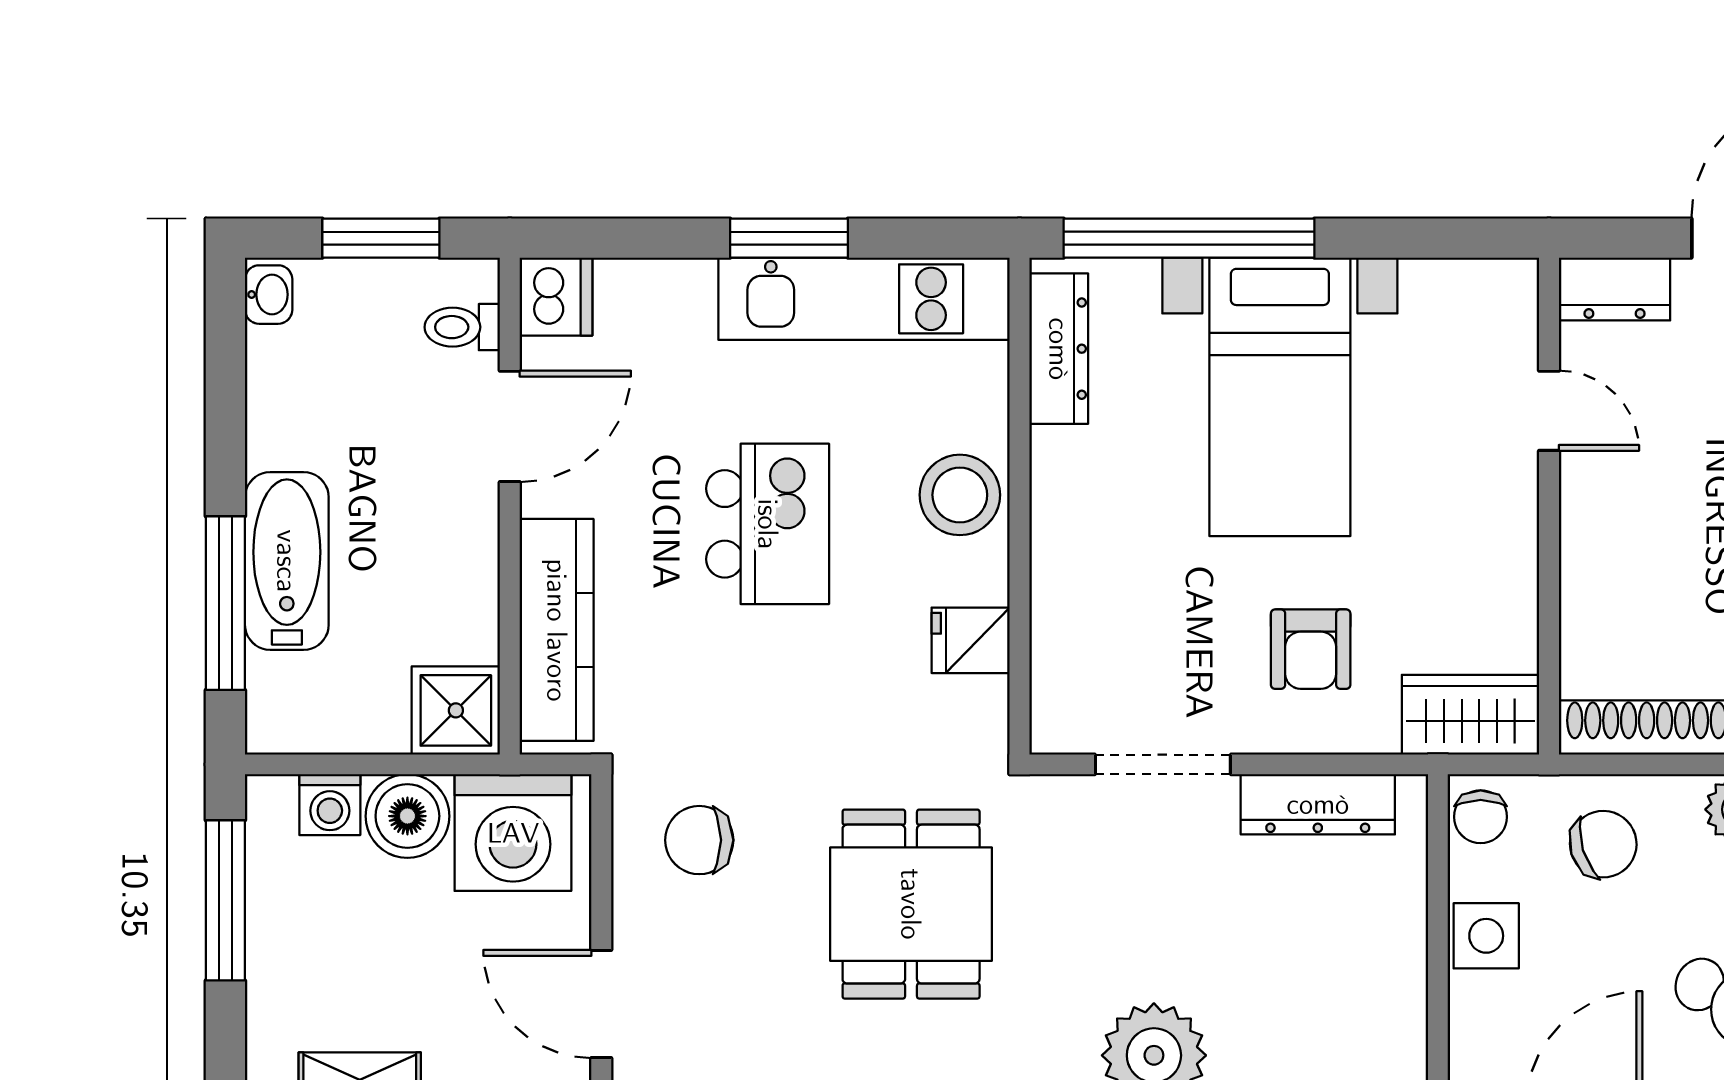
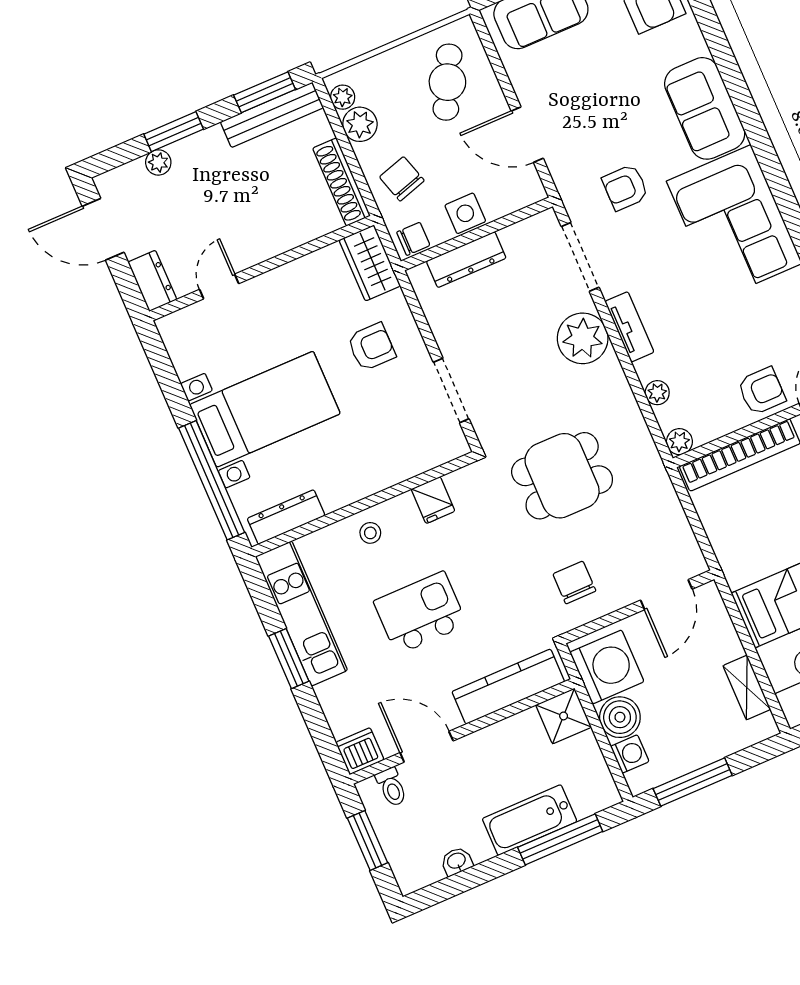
washbasin: (269, 295) -> (457, 861), moved
stool: (960, 495) -> (370, 533), width x0.53, depth x0.53
dresser: (1318, 804) -> (466, 260), moved, turned 90
chair: (699, 840) -> (574, 582), turned 180

